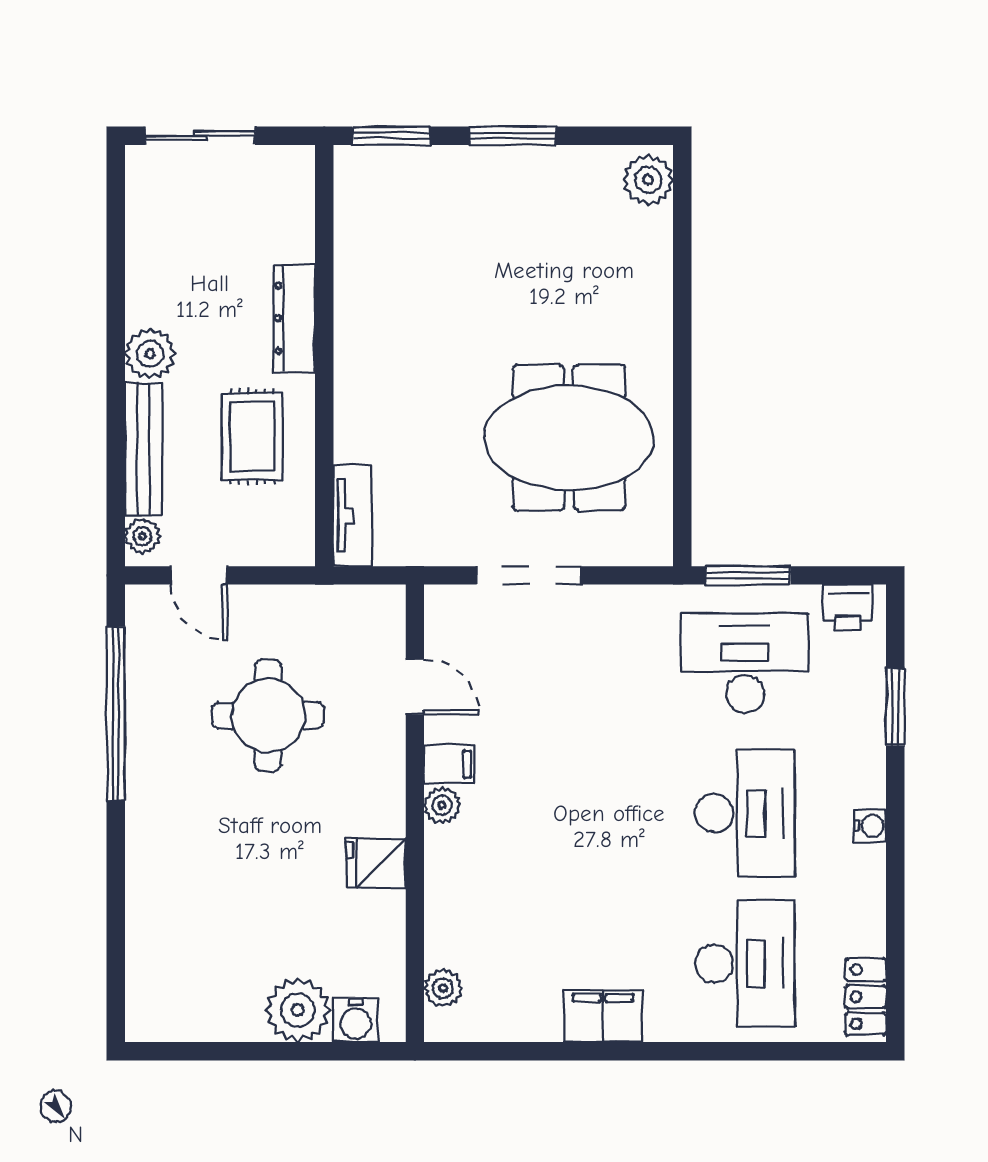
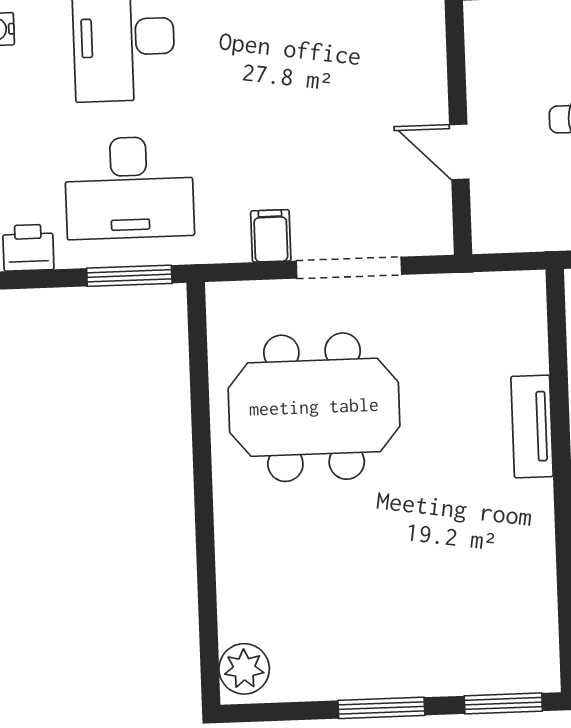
tv unit: (353, 516) -> (532, 426), moved
filing cabinet: (449, 764) -> (271, 236), moved, turned 90
plant: (442, 805) -> (428, 34), removed

